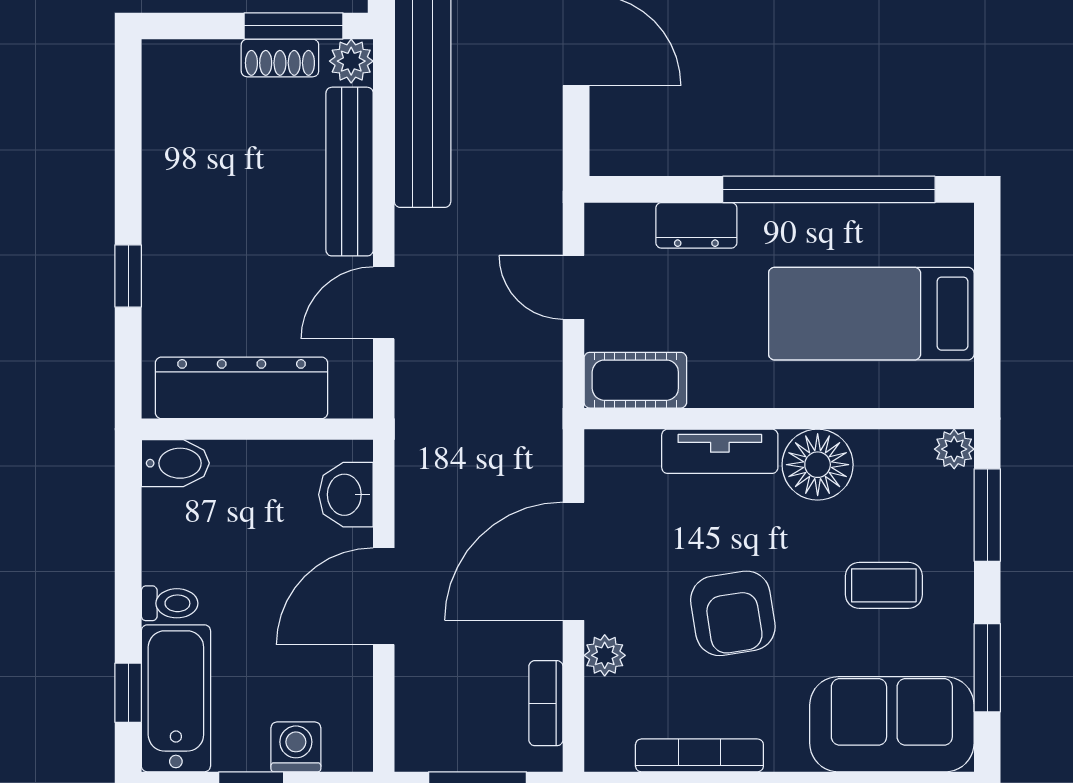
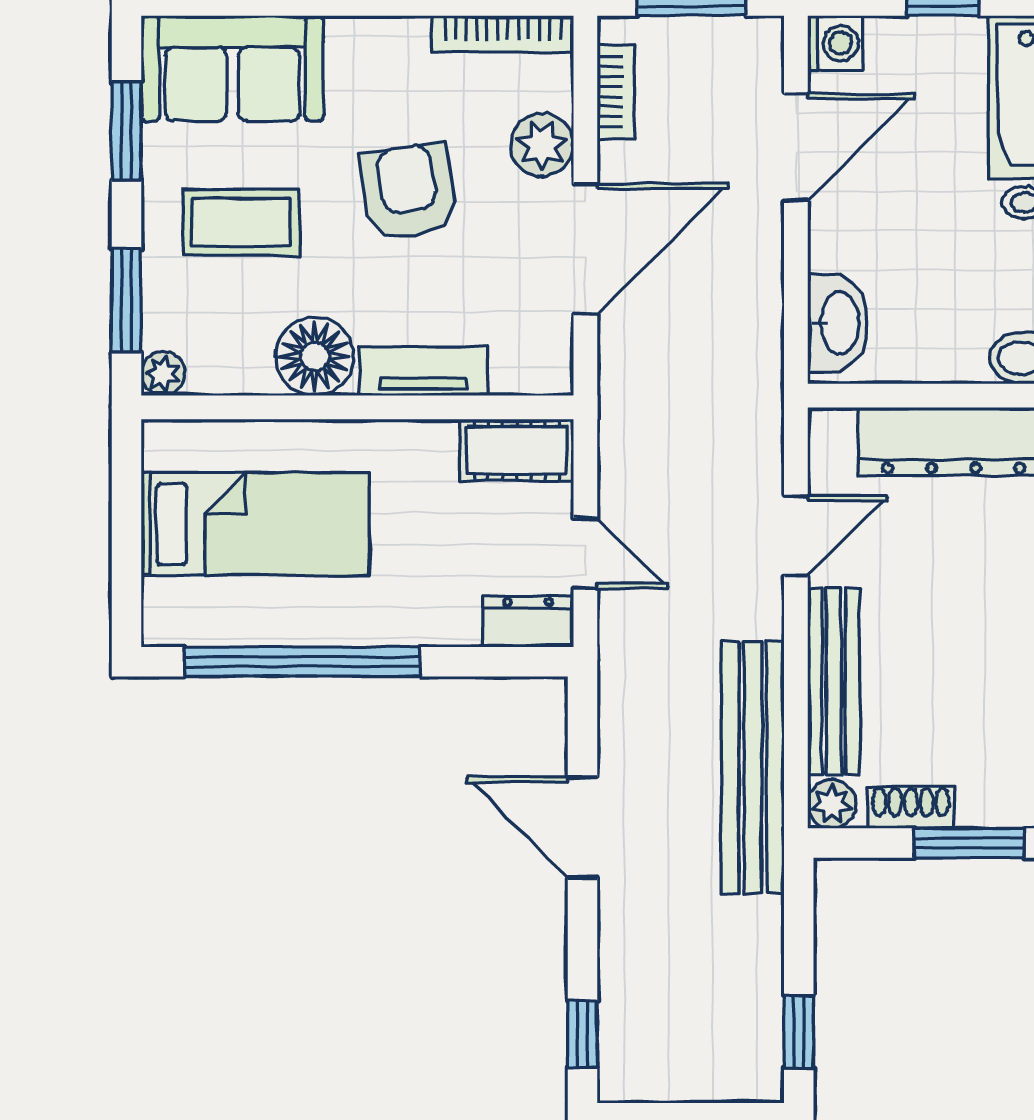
window: (294, 26) -> (969, 843), moved
dresser: (696, 225) -> (528, 622), moved
washbasin: (346, 495) -> (838, 323), width x1.38
coffee table: (884, 585) -> (241, 222), width x1.36, depth x1.30
door: (384, 596) -> (796, 147), moved
plant: (605, 655) -> (542, 145), width x1.38, depth x1.38
washing machine: (296, 747) -> (835, 43), moved, turned -90
bookcase: (699, 755) -> (503, 34), moved

